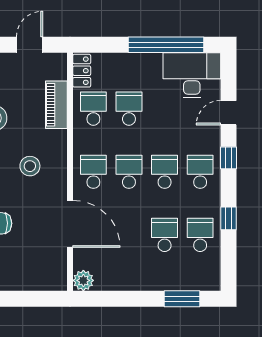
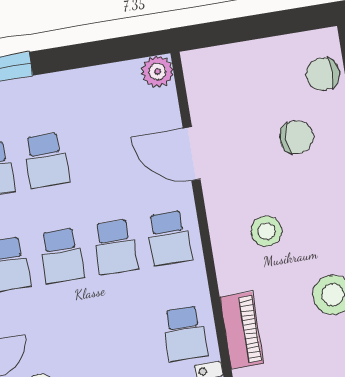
school desk: (129, 109) -> (131, 342), removed
door: (70, 224) -> (192, 154), width x0.73

